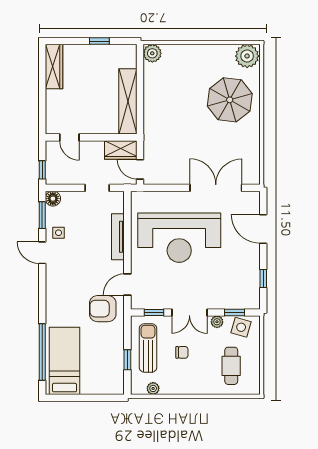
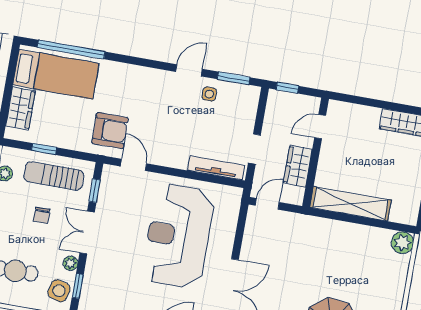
wardrobe: (121, 150) -> (298, 166), moved
floor lamp: (53, 199) -> (251, 94), removed
tv unit: (118, 237) -> (216, 168), moved
armchair: (103, 309) -> (110, 131), turned 90
sun lounger: (148, 348) -> (54, 176), turned 180
wardrobe: (98, 385) -> (20, 108), added

